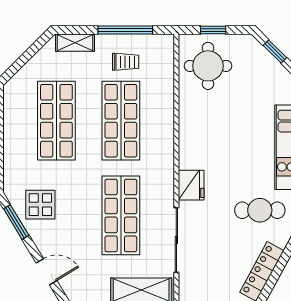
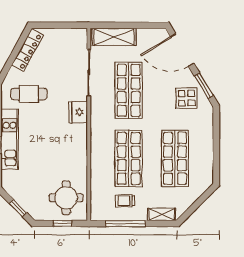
door: (46, 272) -> (182, 50), width x1.88

